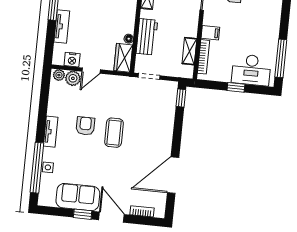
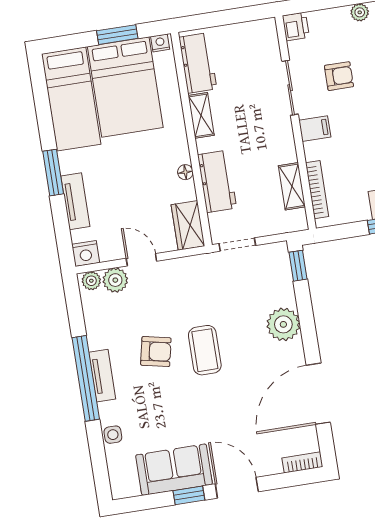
filing cabinet: (210, 33) -> (315, 129), moved
floor lamp: (129, 39) -> (185, 172), moved
nightstand: (72, 60) -> (86, 253), moved
door: (91, 71) -> (141, 260), swing flipped
armchair: (85, 126) -> (156, 352), turned 102
plant: (163, 130) -> (283, 324), added
window: (37, 168) -> (86, 378), moved
bookcase: (142, 211) -> (302, 462), moved

